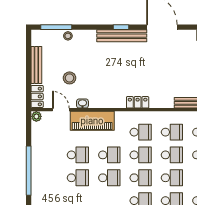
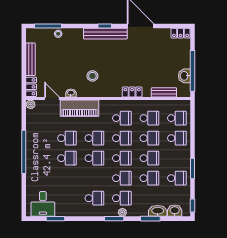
stool: (70, 78) -> (92, 76), moved
locker: (138, 102) -> (132, 92), moved

